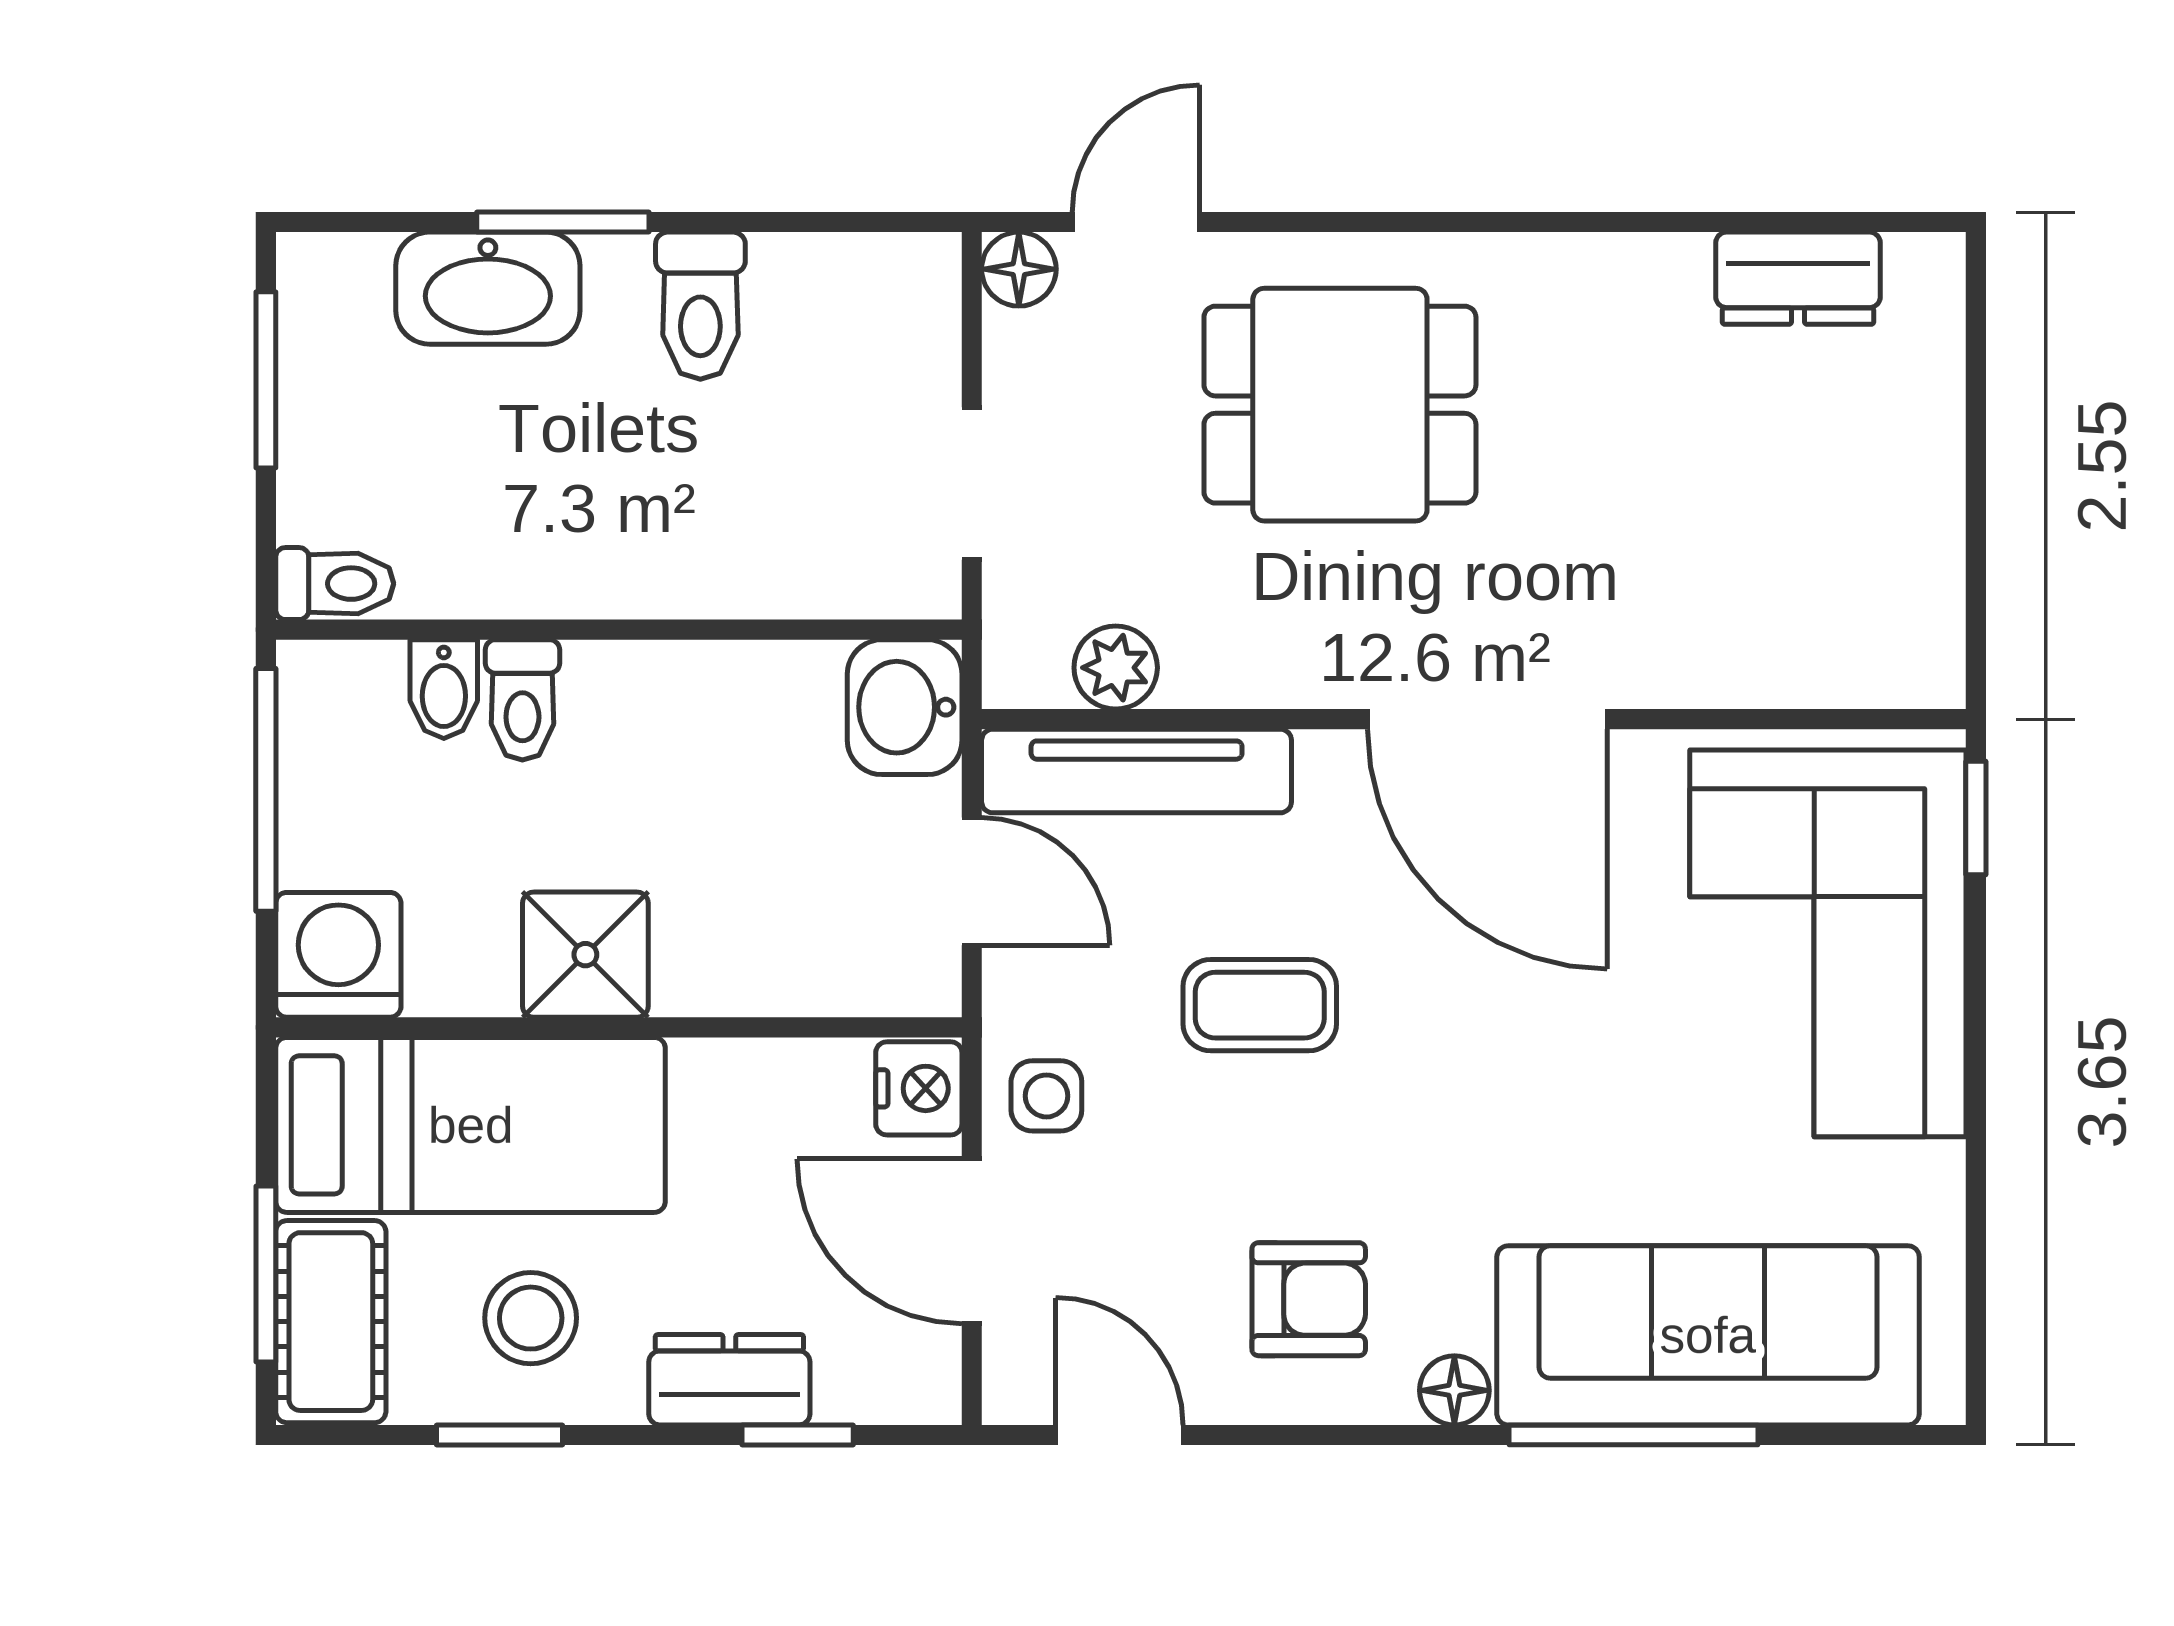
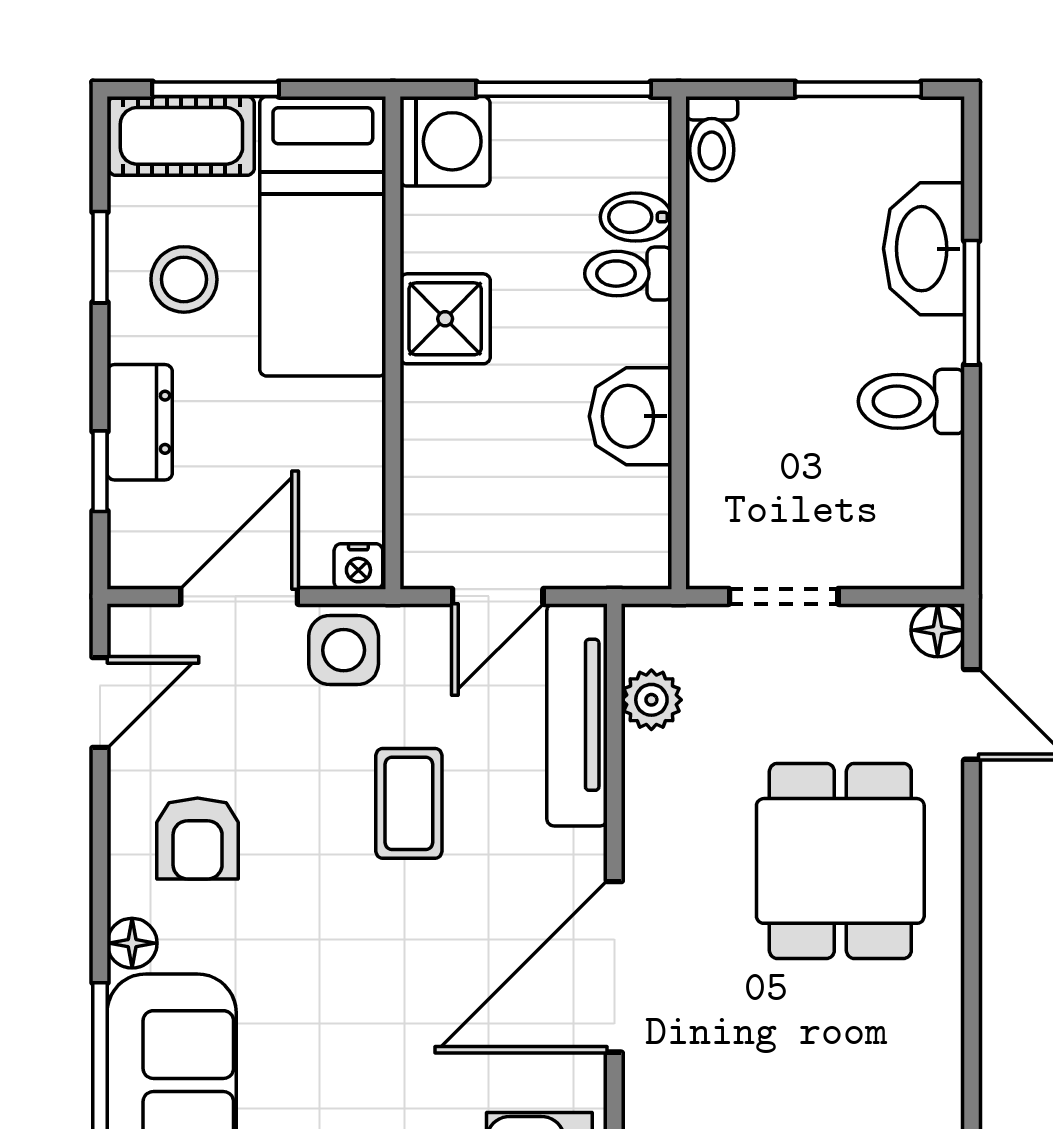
washbasin: (905, 707) -> (630, 416), moved, turned -90
nightstand: (919, 1088) -> (358, 566), width x0.72, depth x0.74
side table: (1046, 1096) -> (344, 650), width x1.37, depth x1.37

